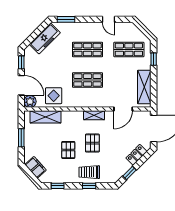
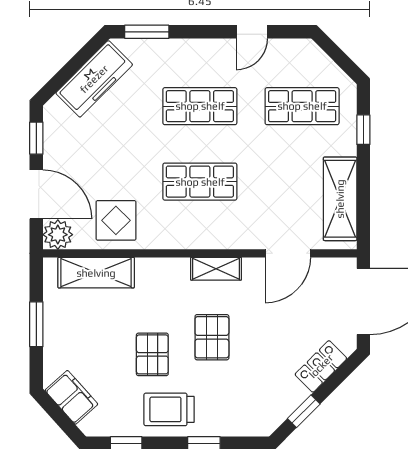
door: (109, 19) -> (252, 32), hinge flipped
trolley: (89, 172) -> (169, 409), moved

